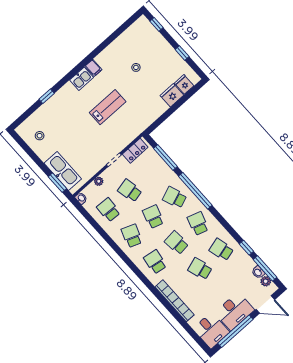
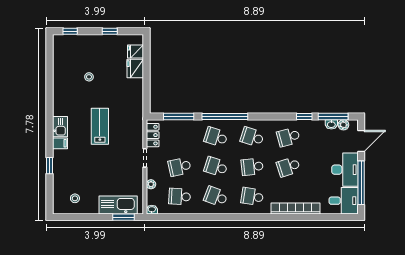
filing cabinet: (93, 68) -> (60, 143), moved
school desk: (175, 197) -> (216, 137), turned 39

